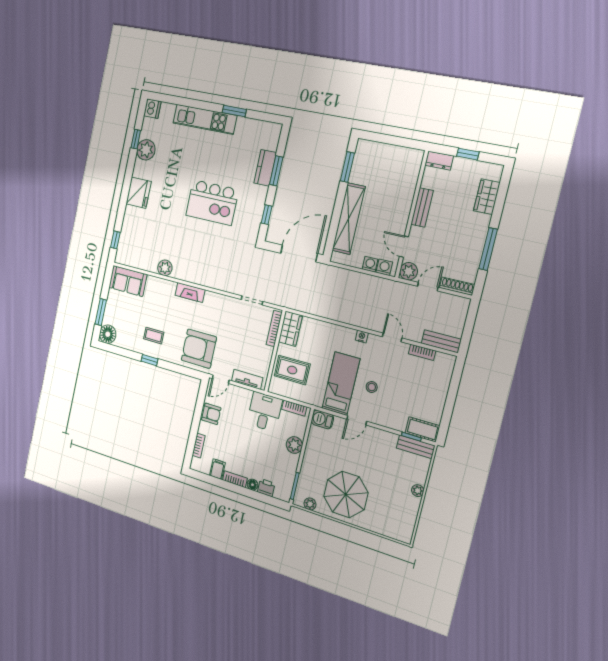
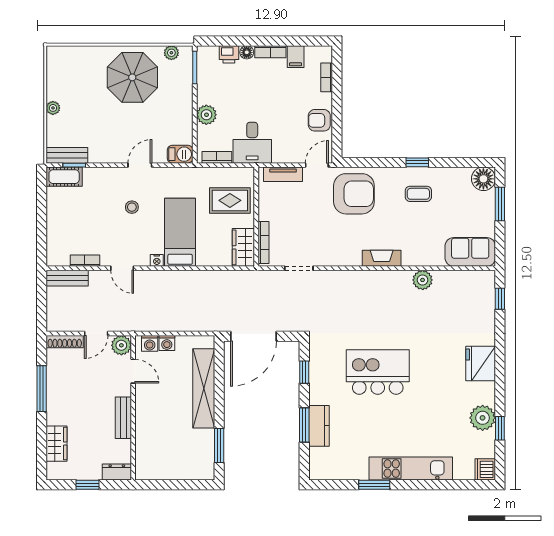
bed: (341, 384) -> (180, 232), moved, turned 180

